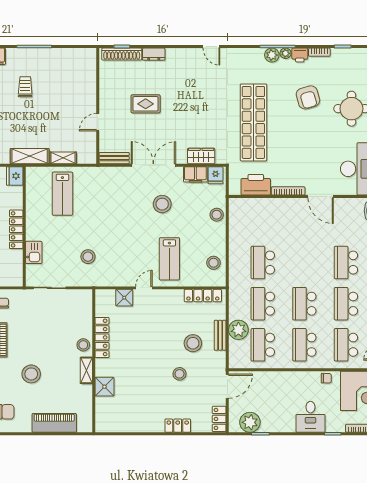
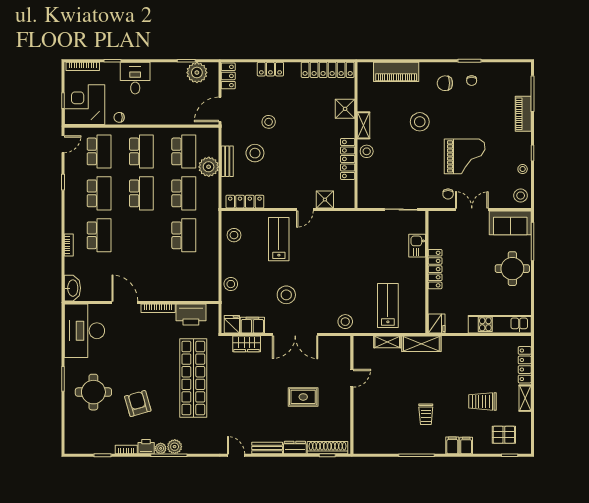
bench: (114, 158) -> (267, 448), moved
stool: (88, 257) -> (345, 322), moved
locker: (122, 425) -> (328, 70), added

